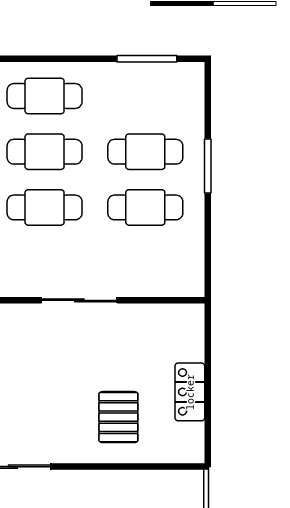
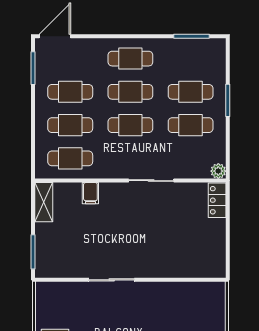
plant: (192, 284) -> (218, 171), added
locker: (190, 392) -> (217, 200), moved
pallet: (118, 417) -> (174, 250), removed

